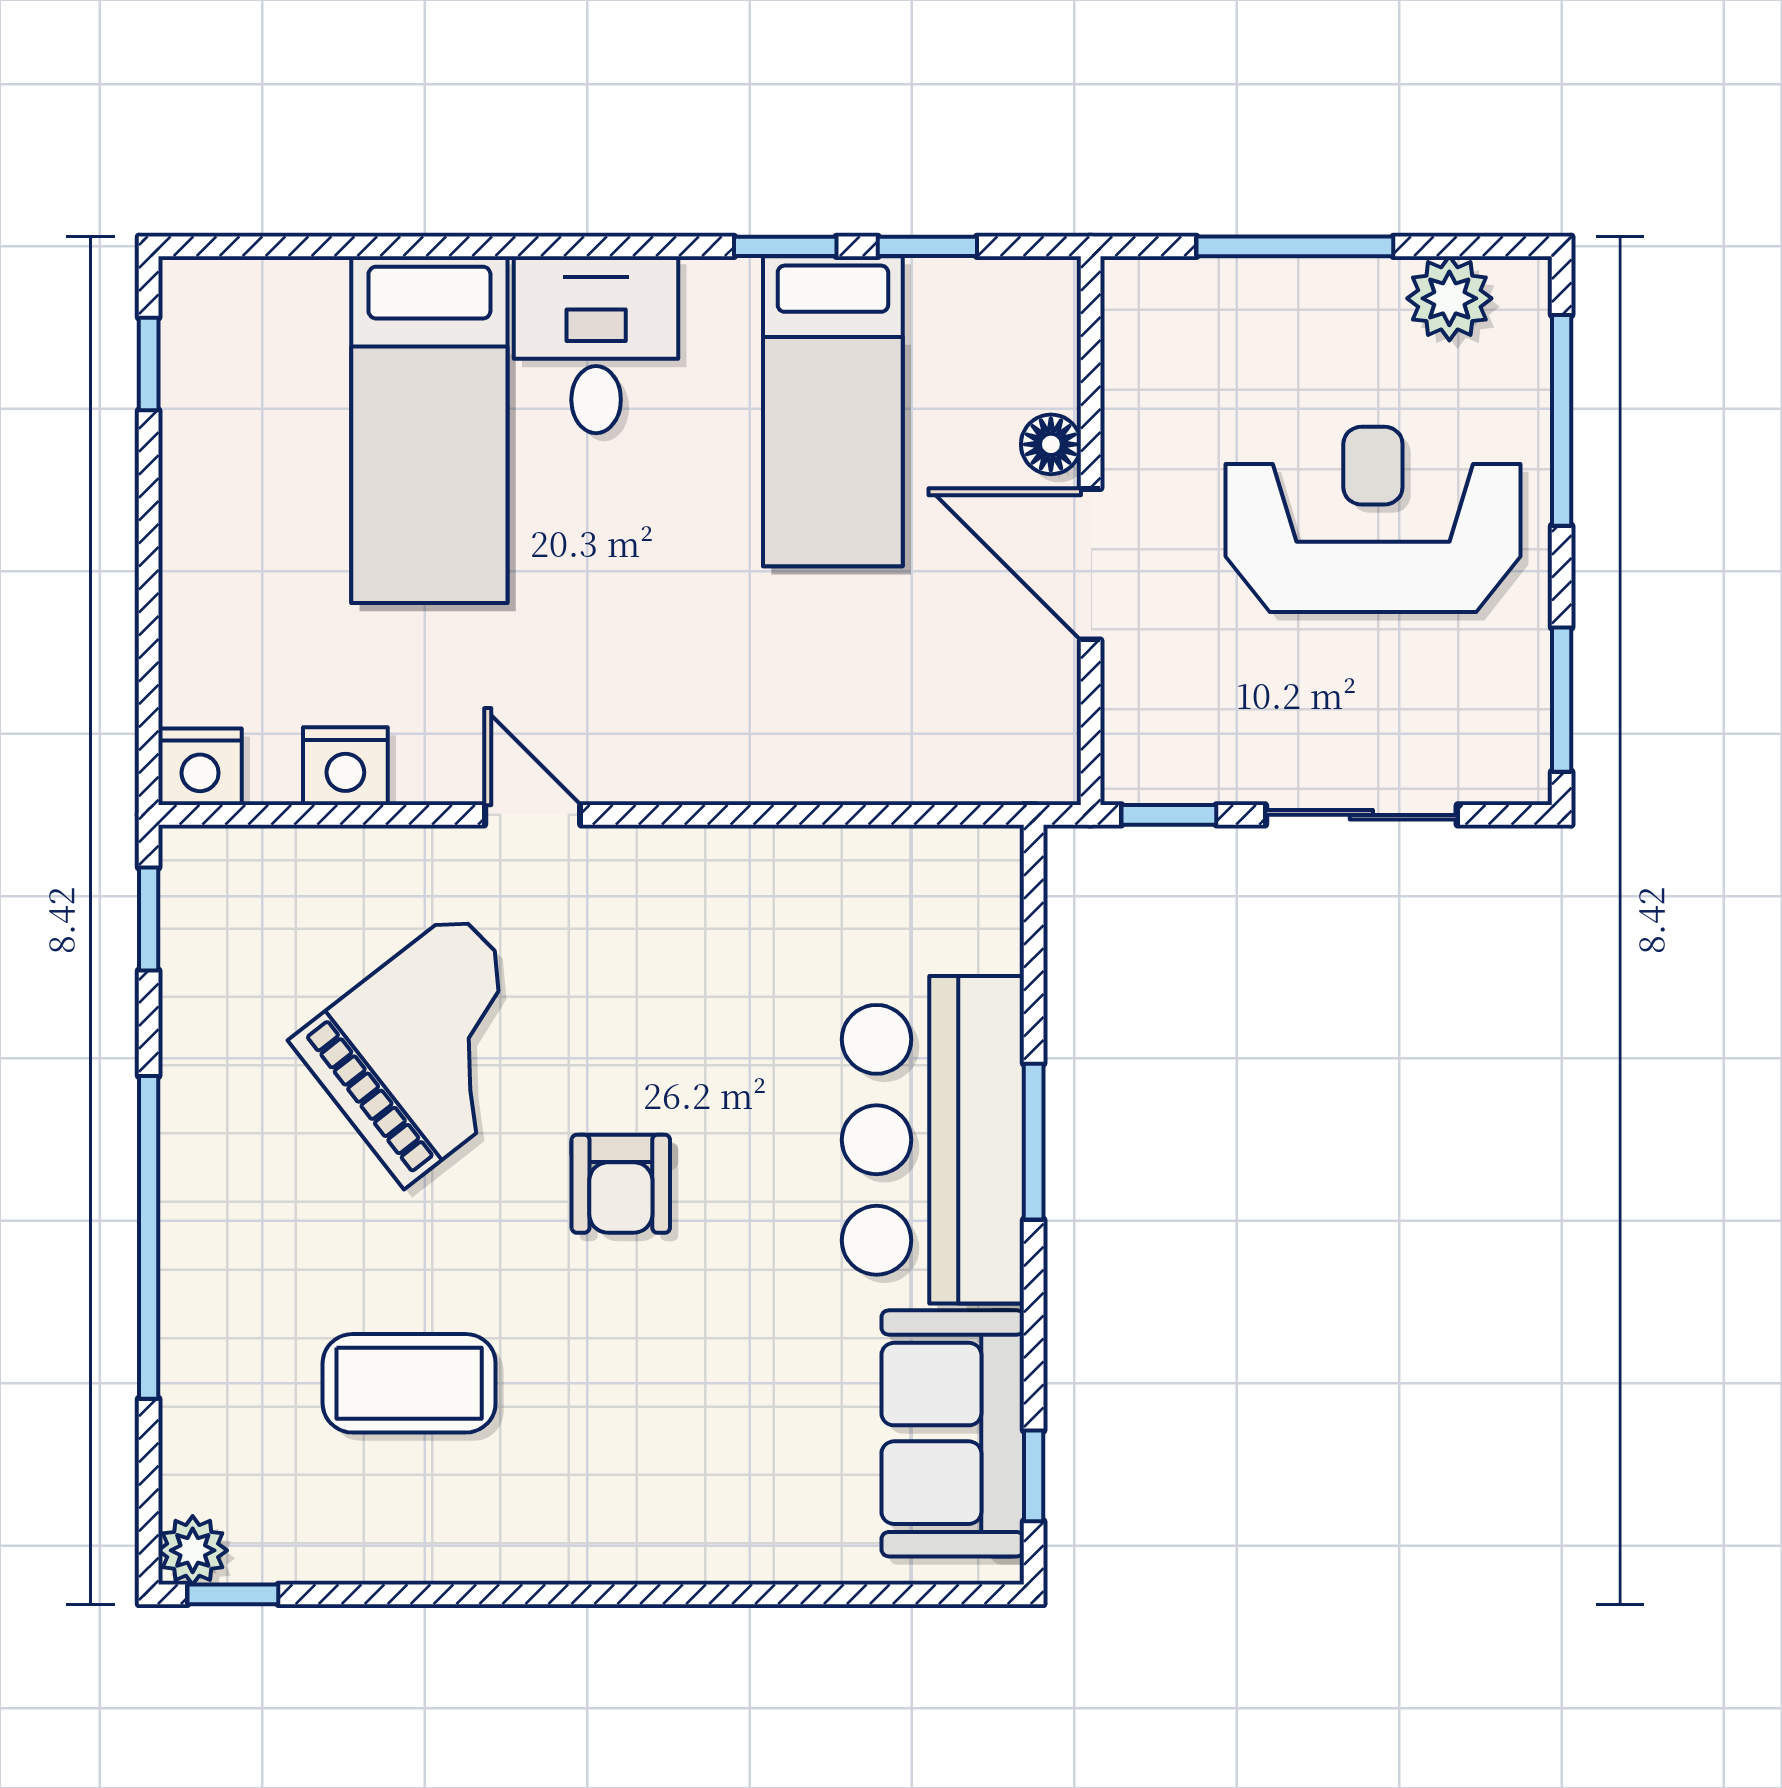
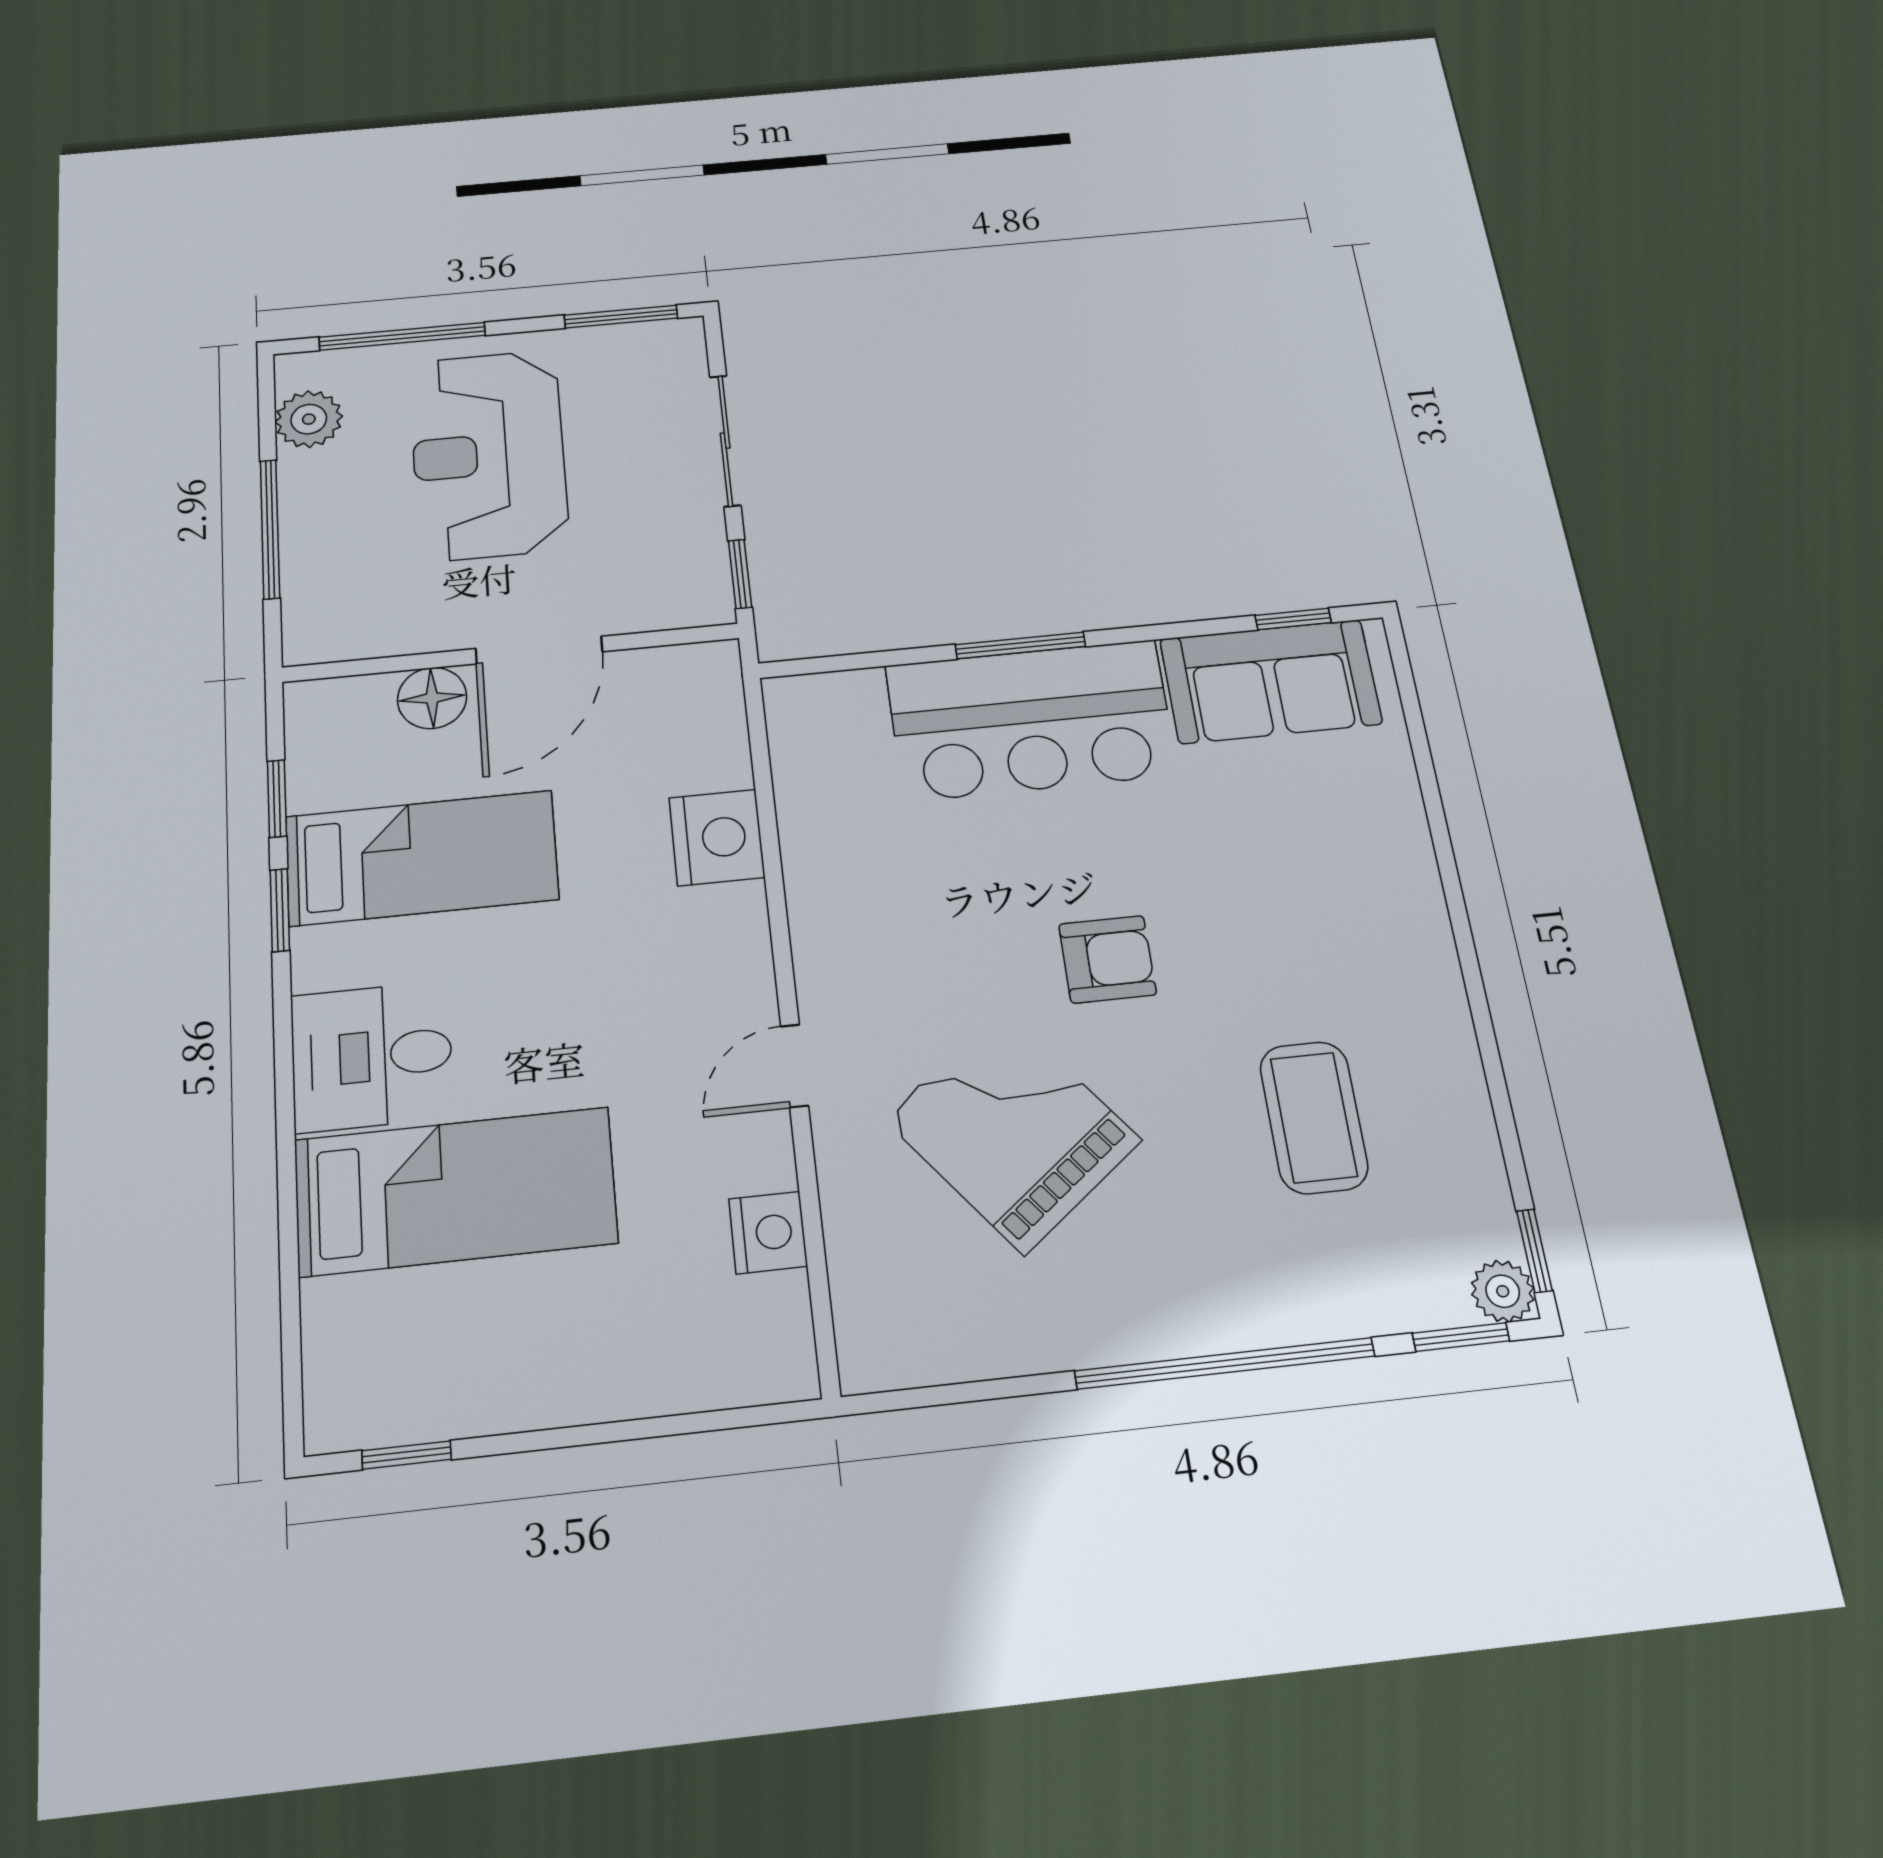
floor lamp: (1051, 444) -> (432, 698), width x1.37, depth x1.37
nightstand: (200, 767) -> (717, 837), moved, width x1.36, depth x1.33
window: (149, 919) -> (1461, 1337), moved

